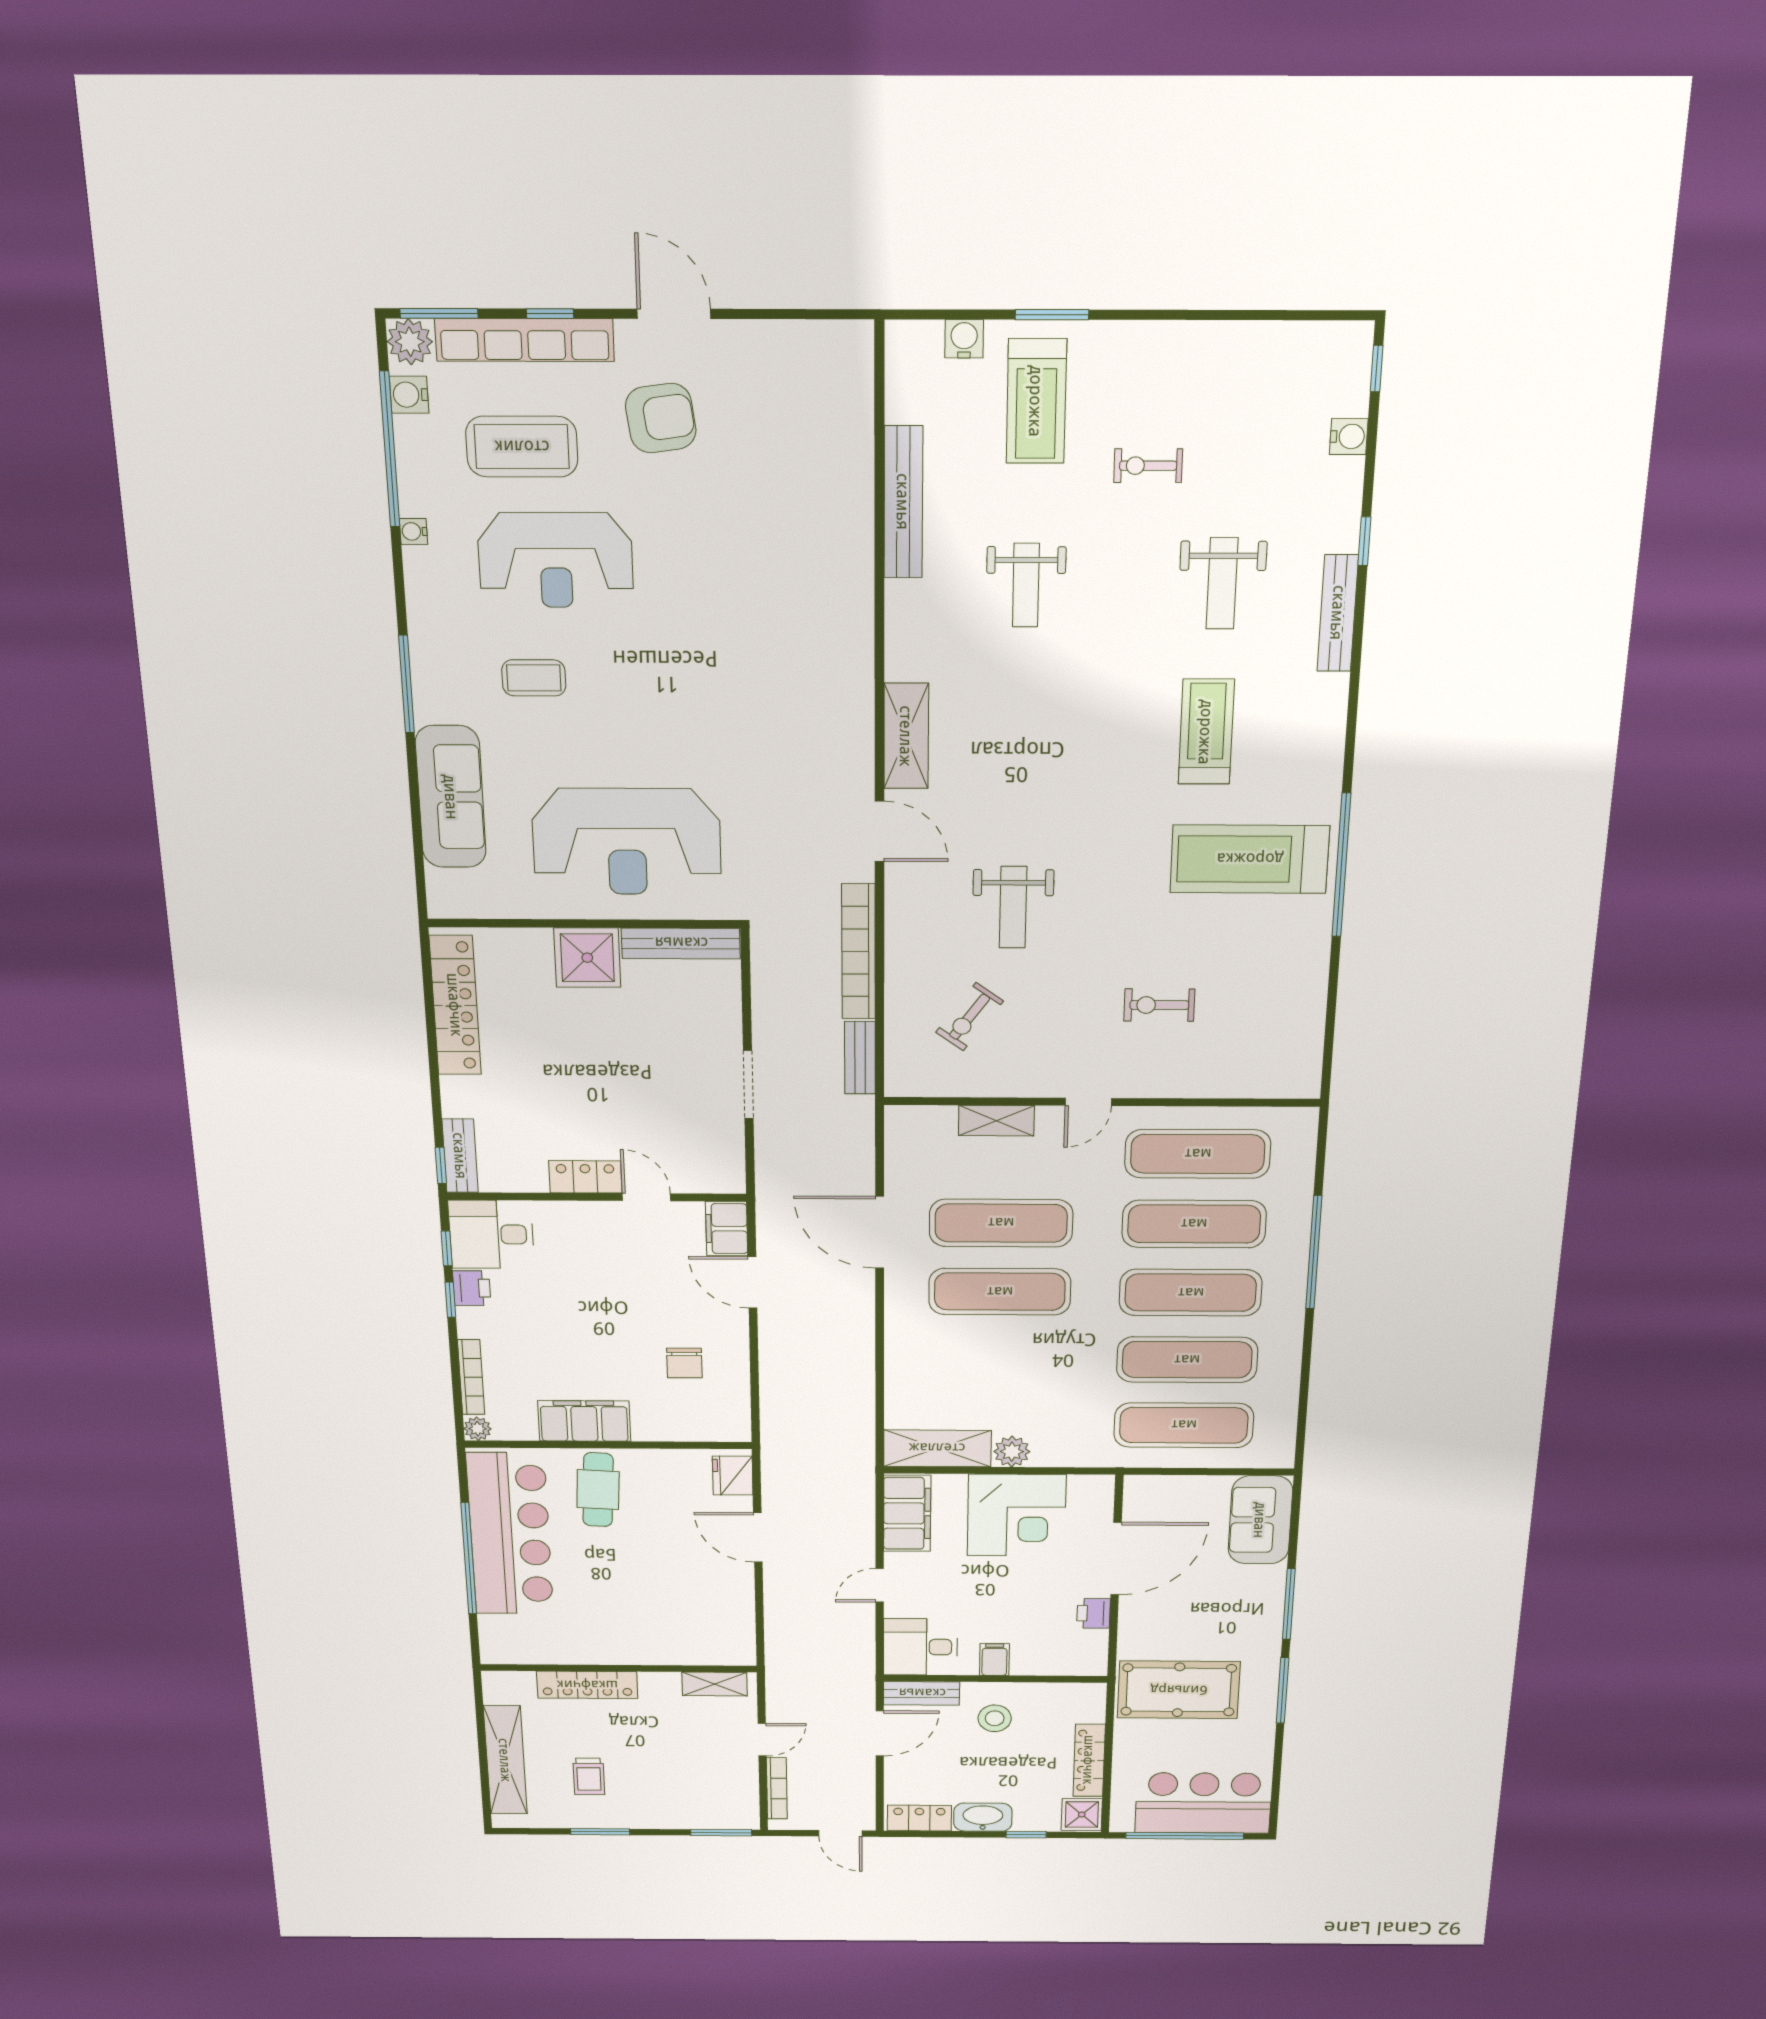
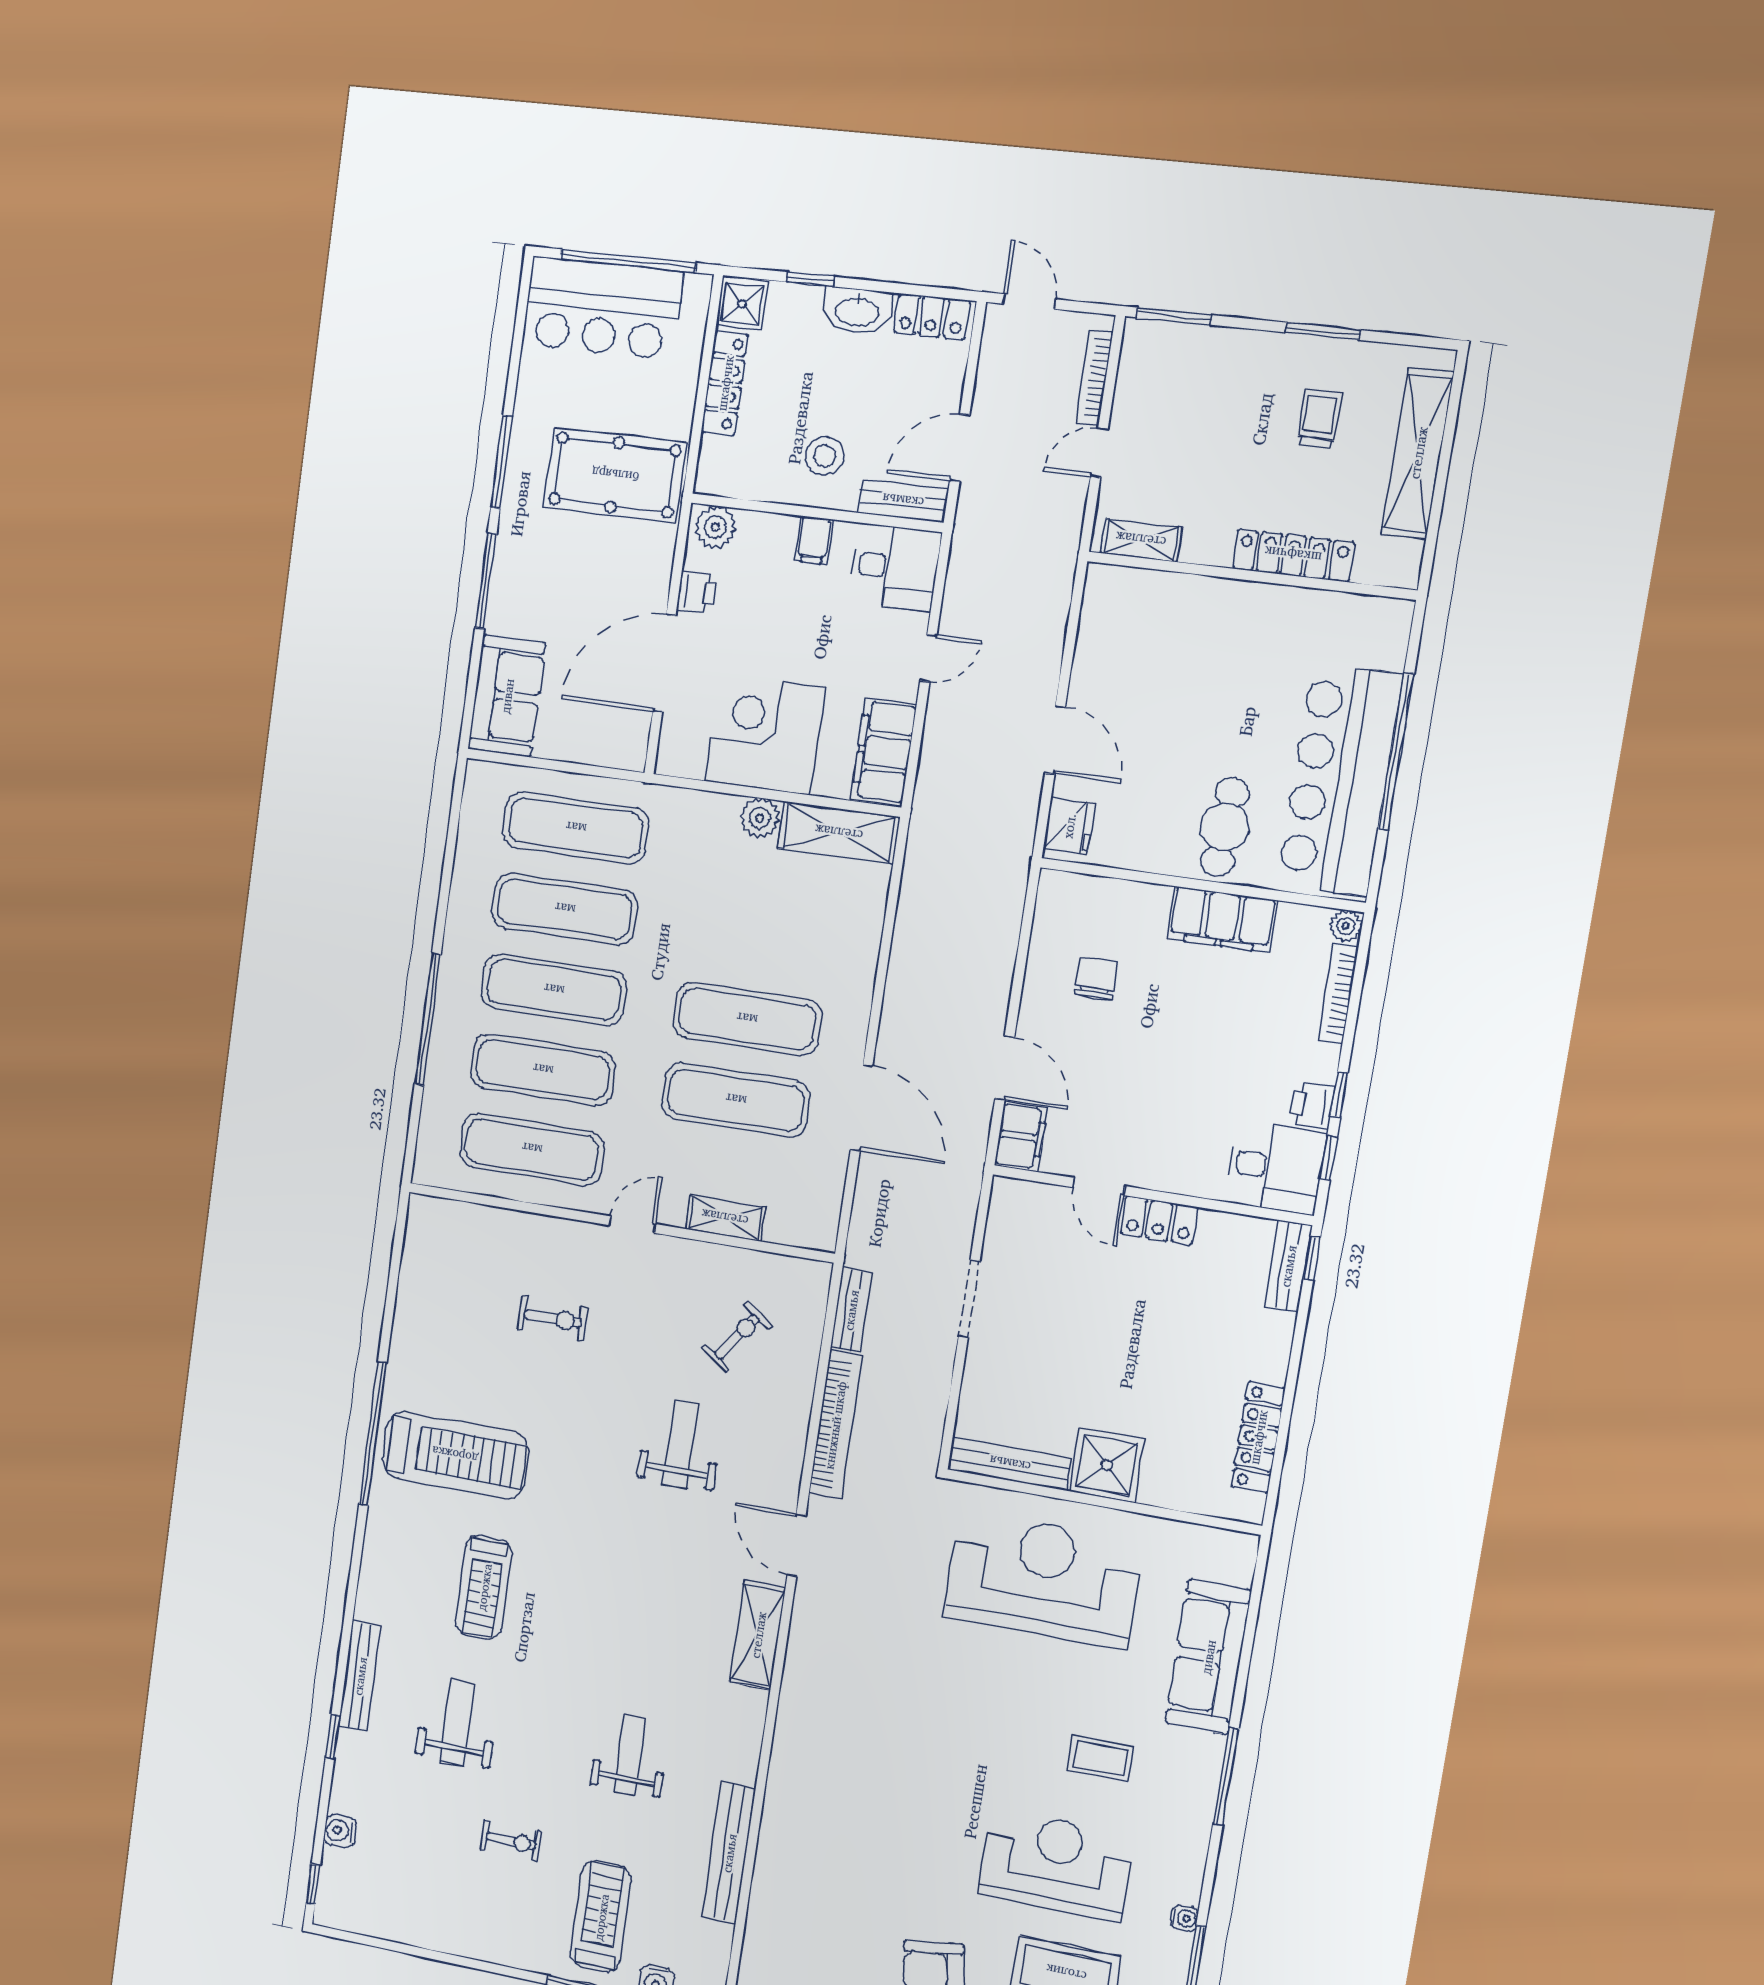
locker: (455, 1005) -> (1258, 1437), width x0.71, depth x0.83
plant: (1083, 1661) -> (715, 527), added

